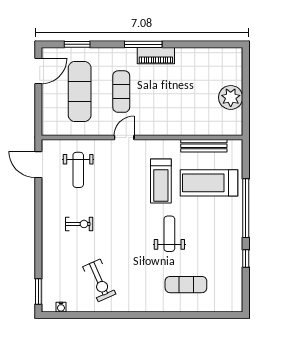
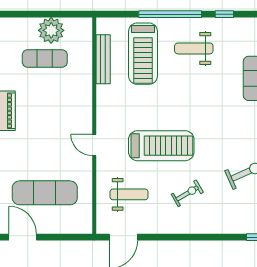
exercise mat: (121, 92) -> (45, 58), moved
treadmill: (161, 181) -> (161, 146), moved, width x1.37, depth x1.37
exercise bike: (79, 224) -> (187, 193), turned 60
weight bench: (169, 234) -> (194, 48), moved

